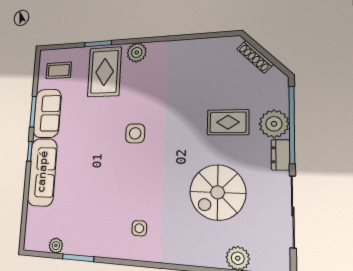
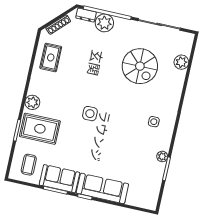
rug: (228, 122) -> (51, 57), moved
dresser: (280, 155) -> (86, 15), moved
plant: (56, 246) -> (162, 156), moved

